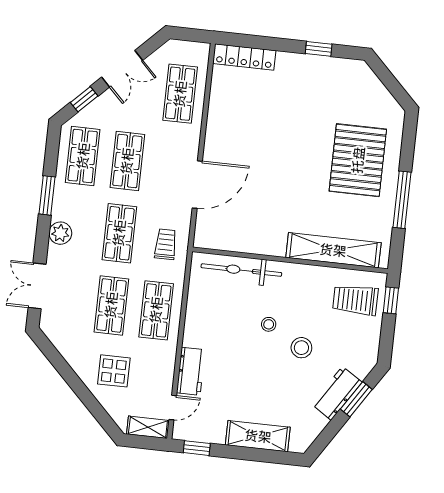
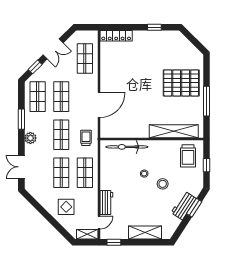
pallet: (358, 160) -> (181, 83), turned 90
trolley: (355, 300) -> (188, 156), turned -90
window: (391, 300) -> (207, 165), moved

